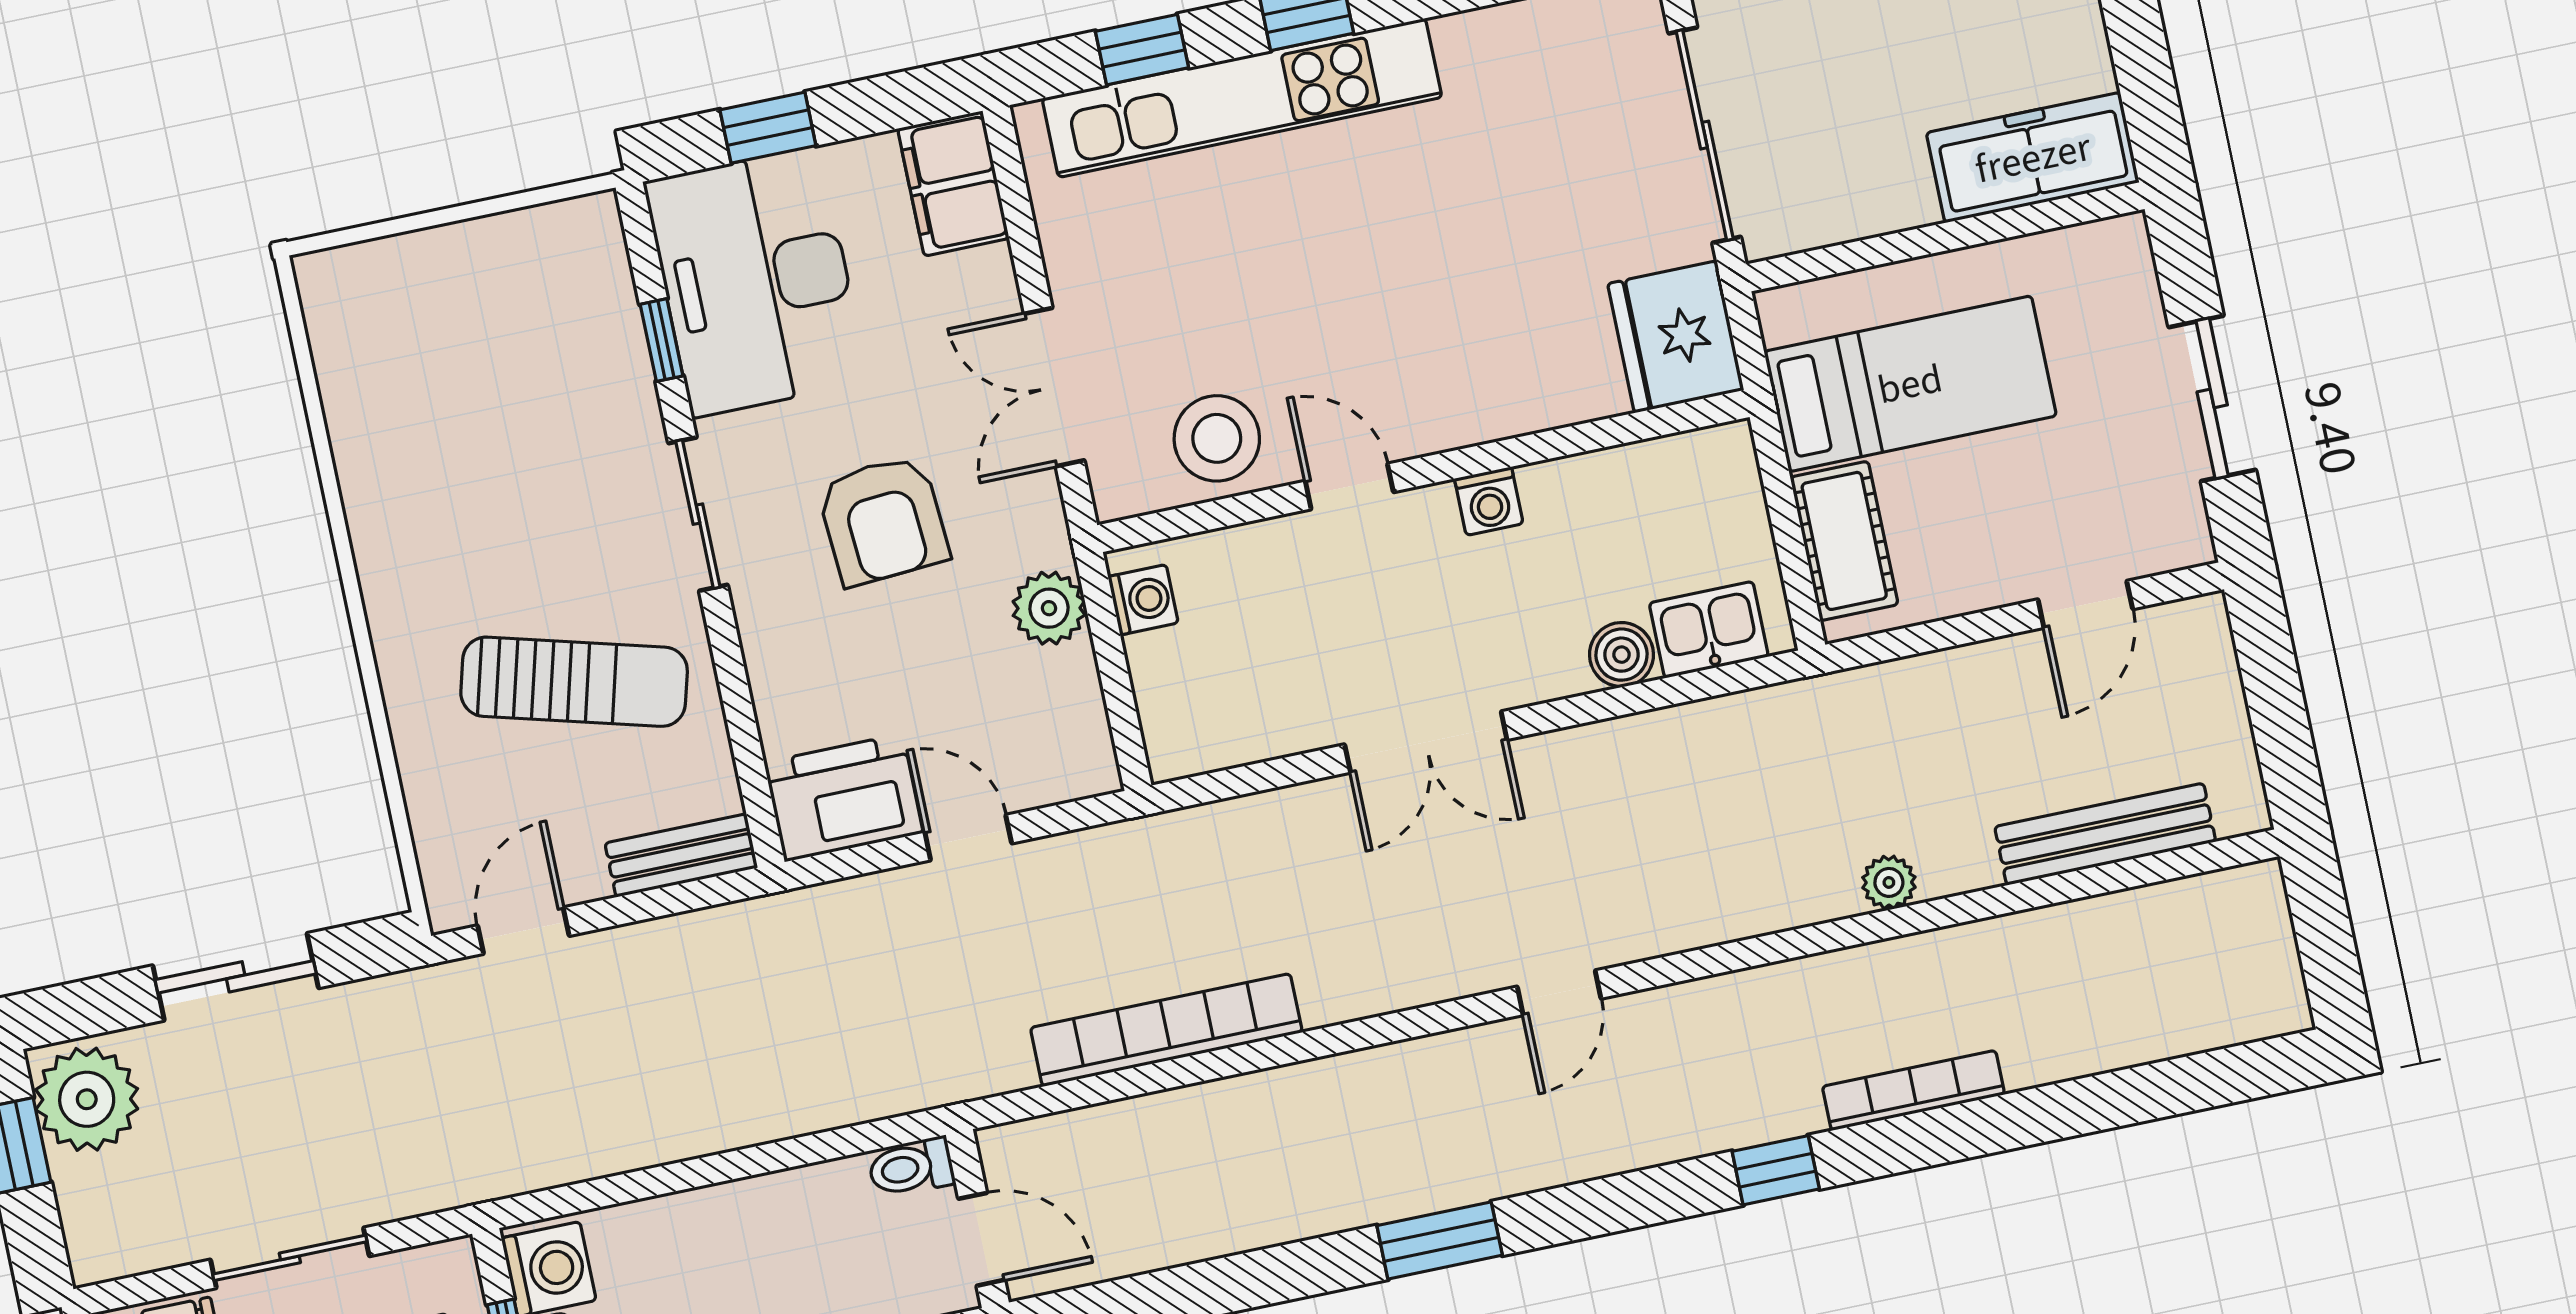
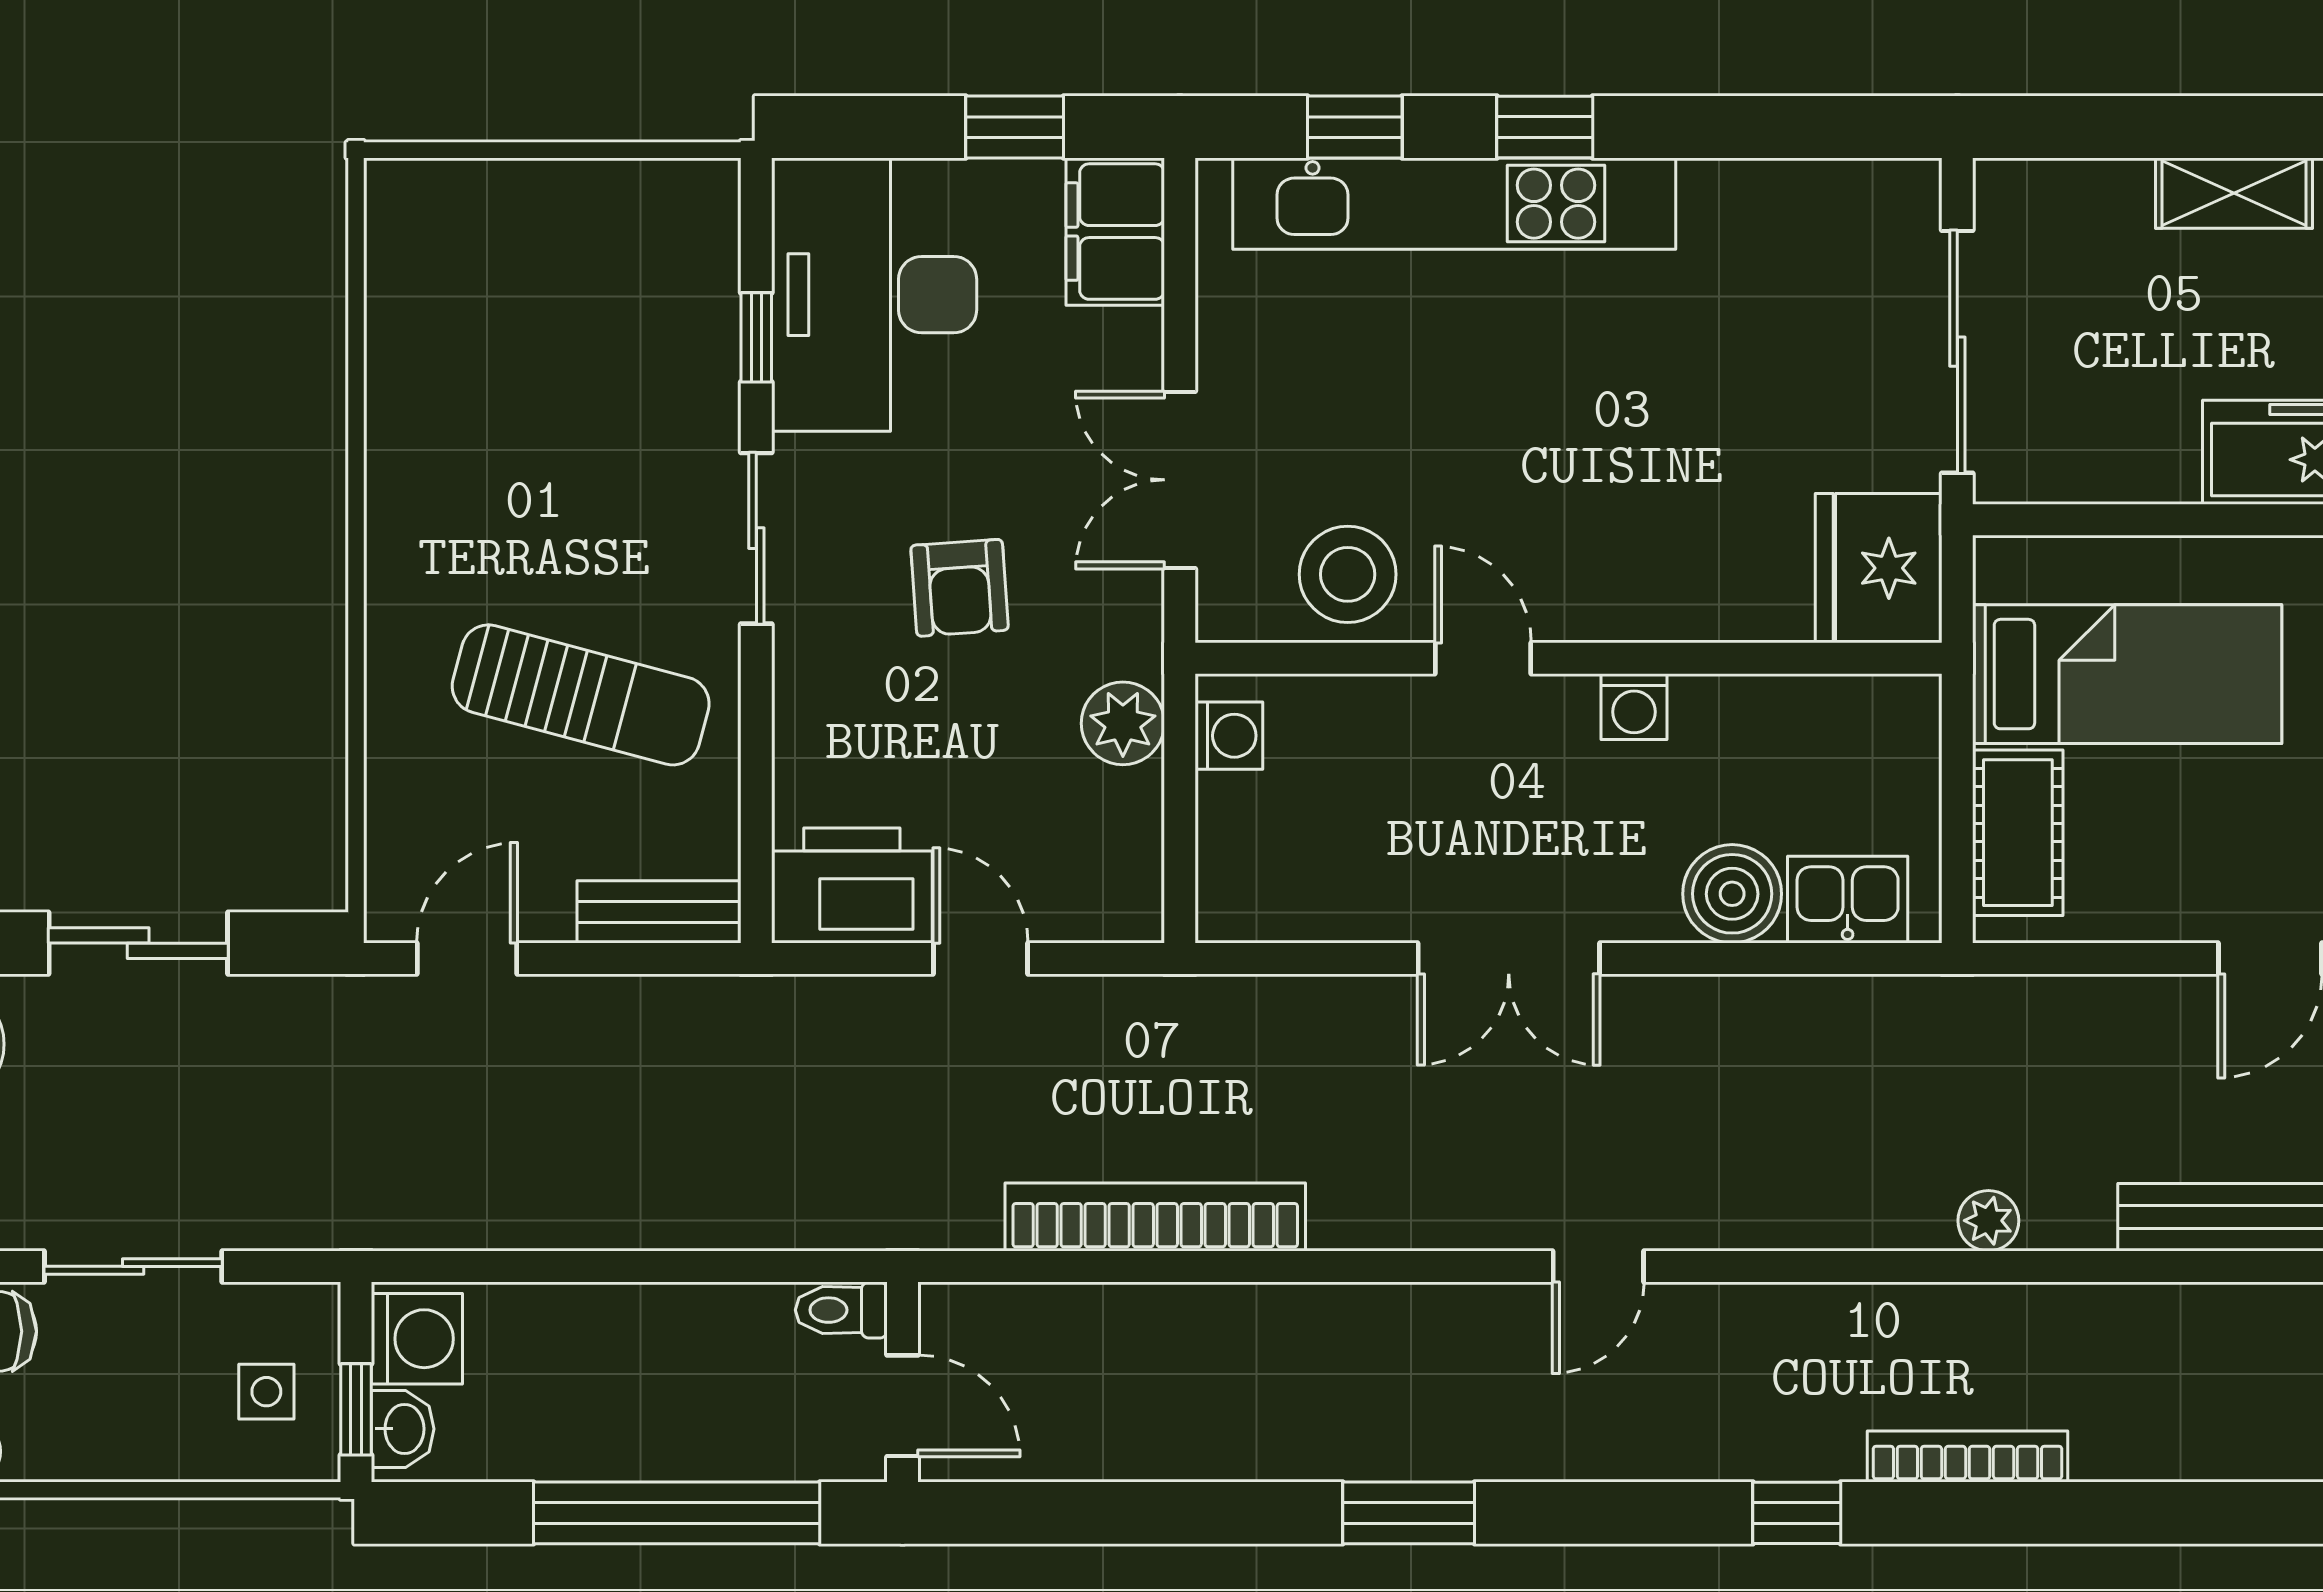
window: (768, 128) -> (1015, 127), moved
armchair: (883, 520) -> (960, 588), width x0.72, depth x0.72
boiler: (1621, 655) -> (1732, 894), width x1.36, depth x1.36

